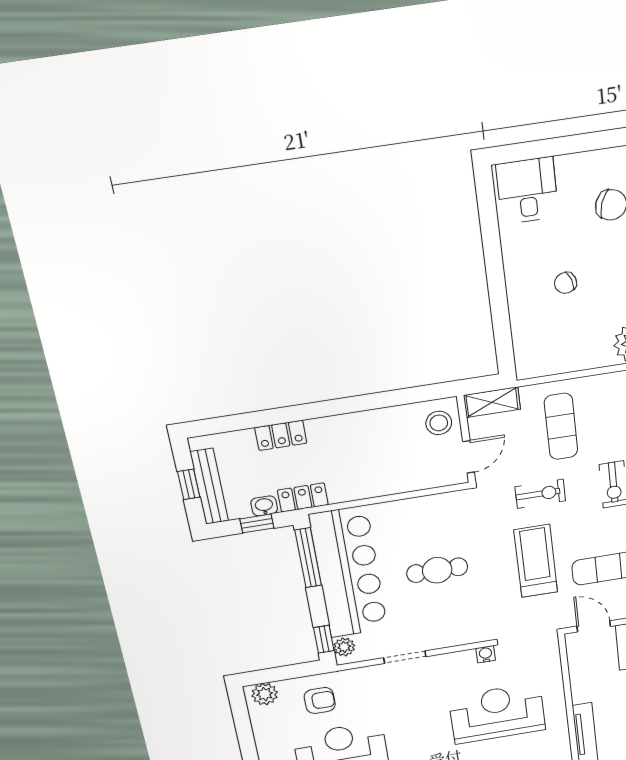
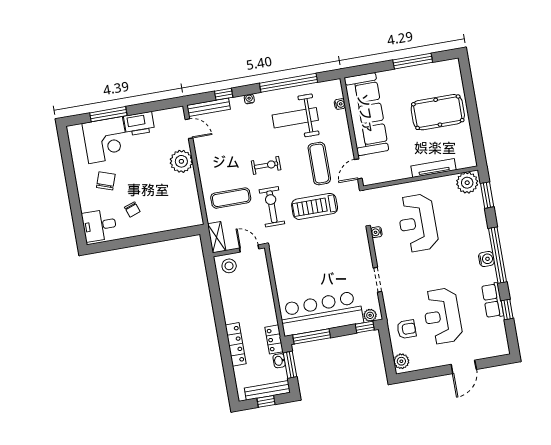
chair: (566, 283) -> (132, 209), moved
locker: (281, 435) -> (236, 344), width x1.53
exercise bike: (540, 494) -> (272, 207), width x1.38, depth x1.39
window: (257, 523) -> (290, 365), width x1.50
cafe table: (437, 570) -> (320, 263), removed
armchair: (320, 700) -> (406, 329), turned 90

